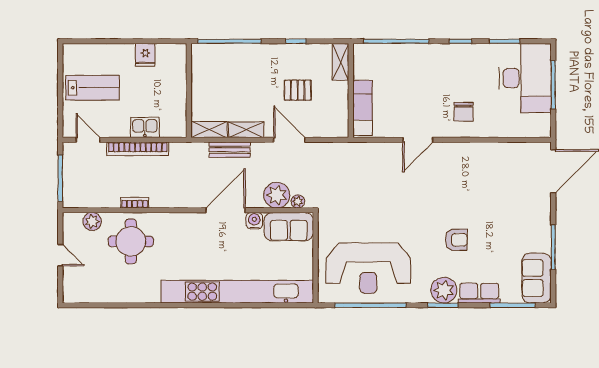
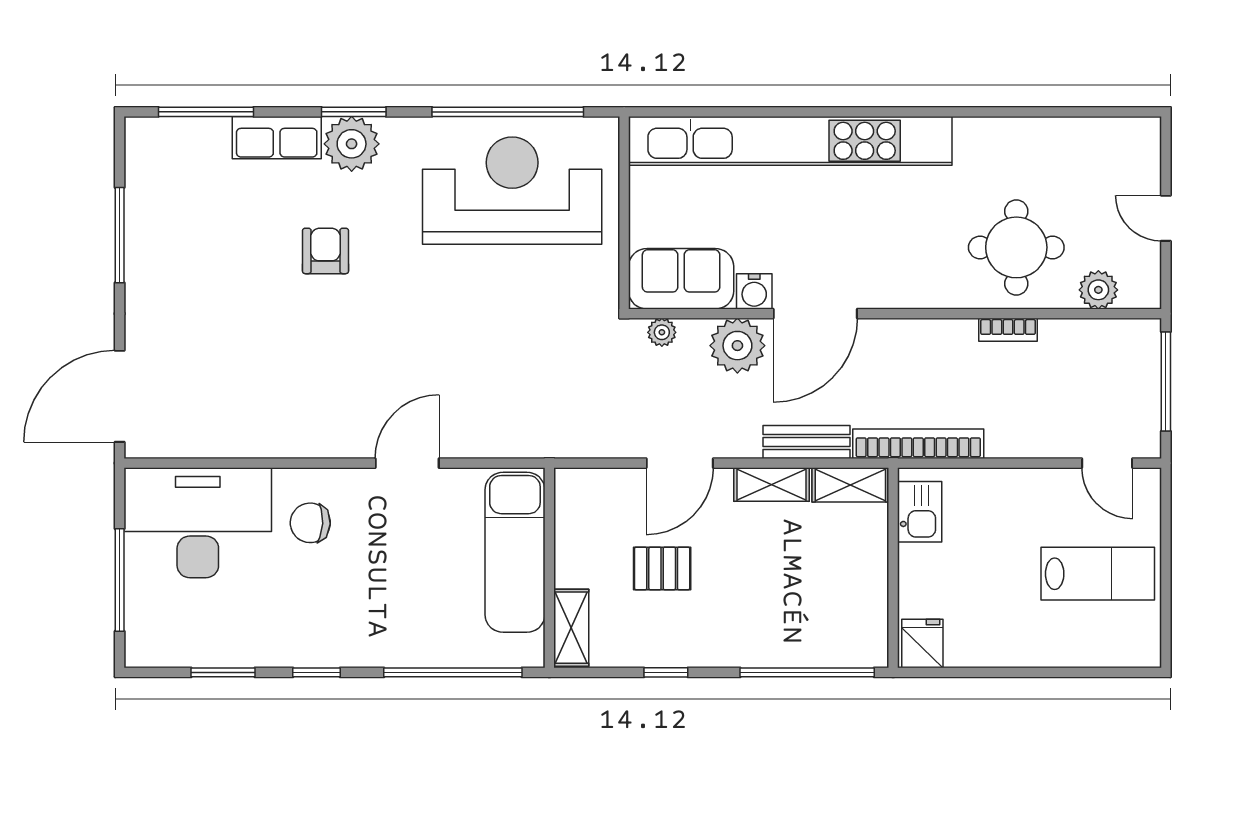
fridge: (145, 55) -> (922, 643), moved
desk: (525, 78) -> (198, 523), moved, turned 90
lab bench: (92, 88) -> (1098, 574), turned 180
exam couch: (363, 108) -> (515, 552), width x1.36, depth x1.45
chair: (463, 112) -> (310, 523), turned -87
kitchen sink: (145, 127) -> (920, 512), moved, turned -90
door: (289, 140) -> (680, 463), hinge flipped
bookcase: (138, 149) -> (918, 444), moved
plant: (277, 195) -> (737, 346), moved
armchair: (456, 240) -> (325, 251), turned 90
sofa: (537, 278) -> (155, 170), removed

